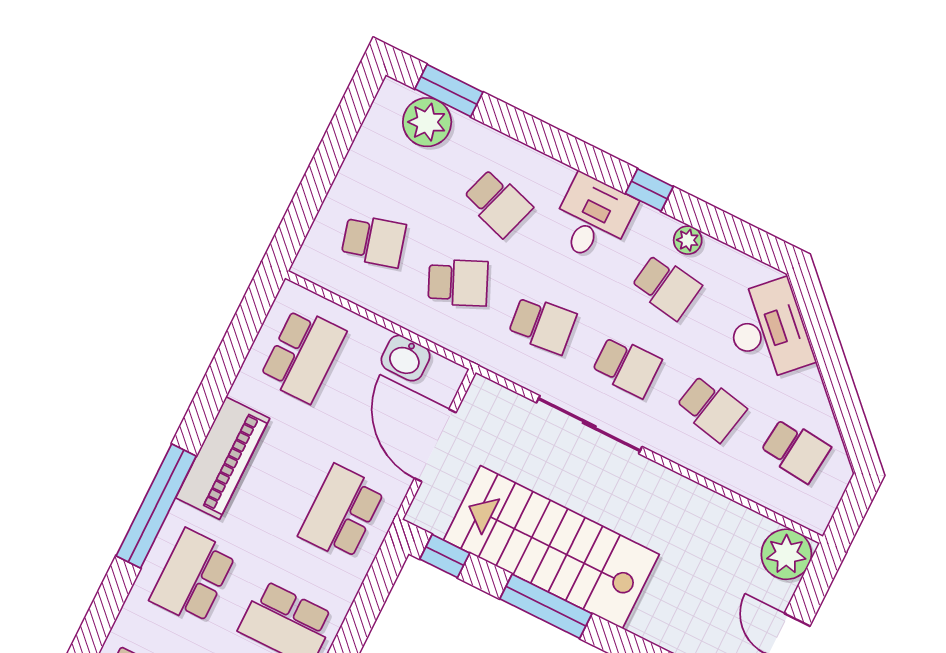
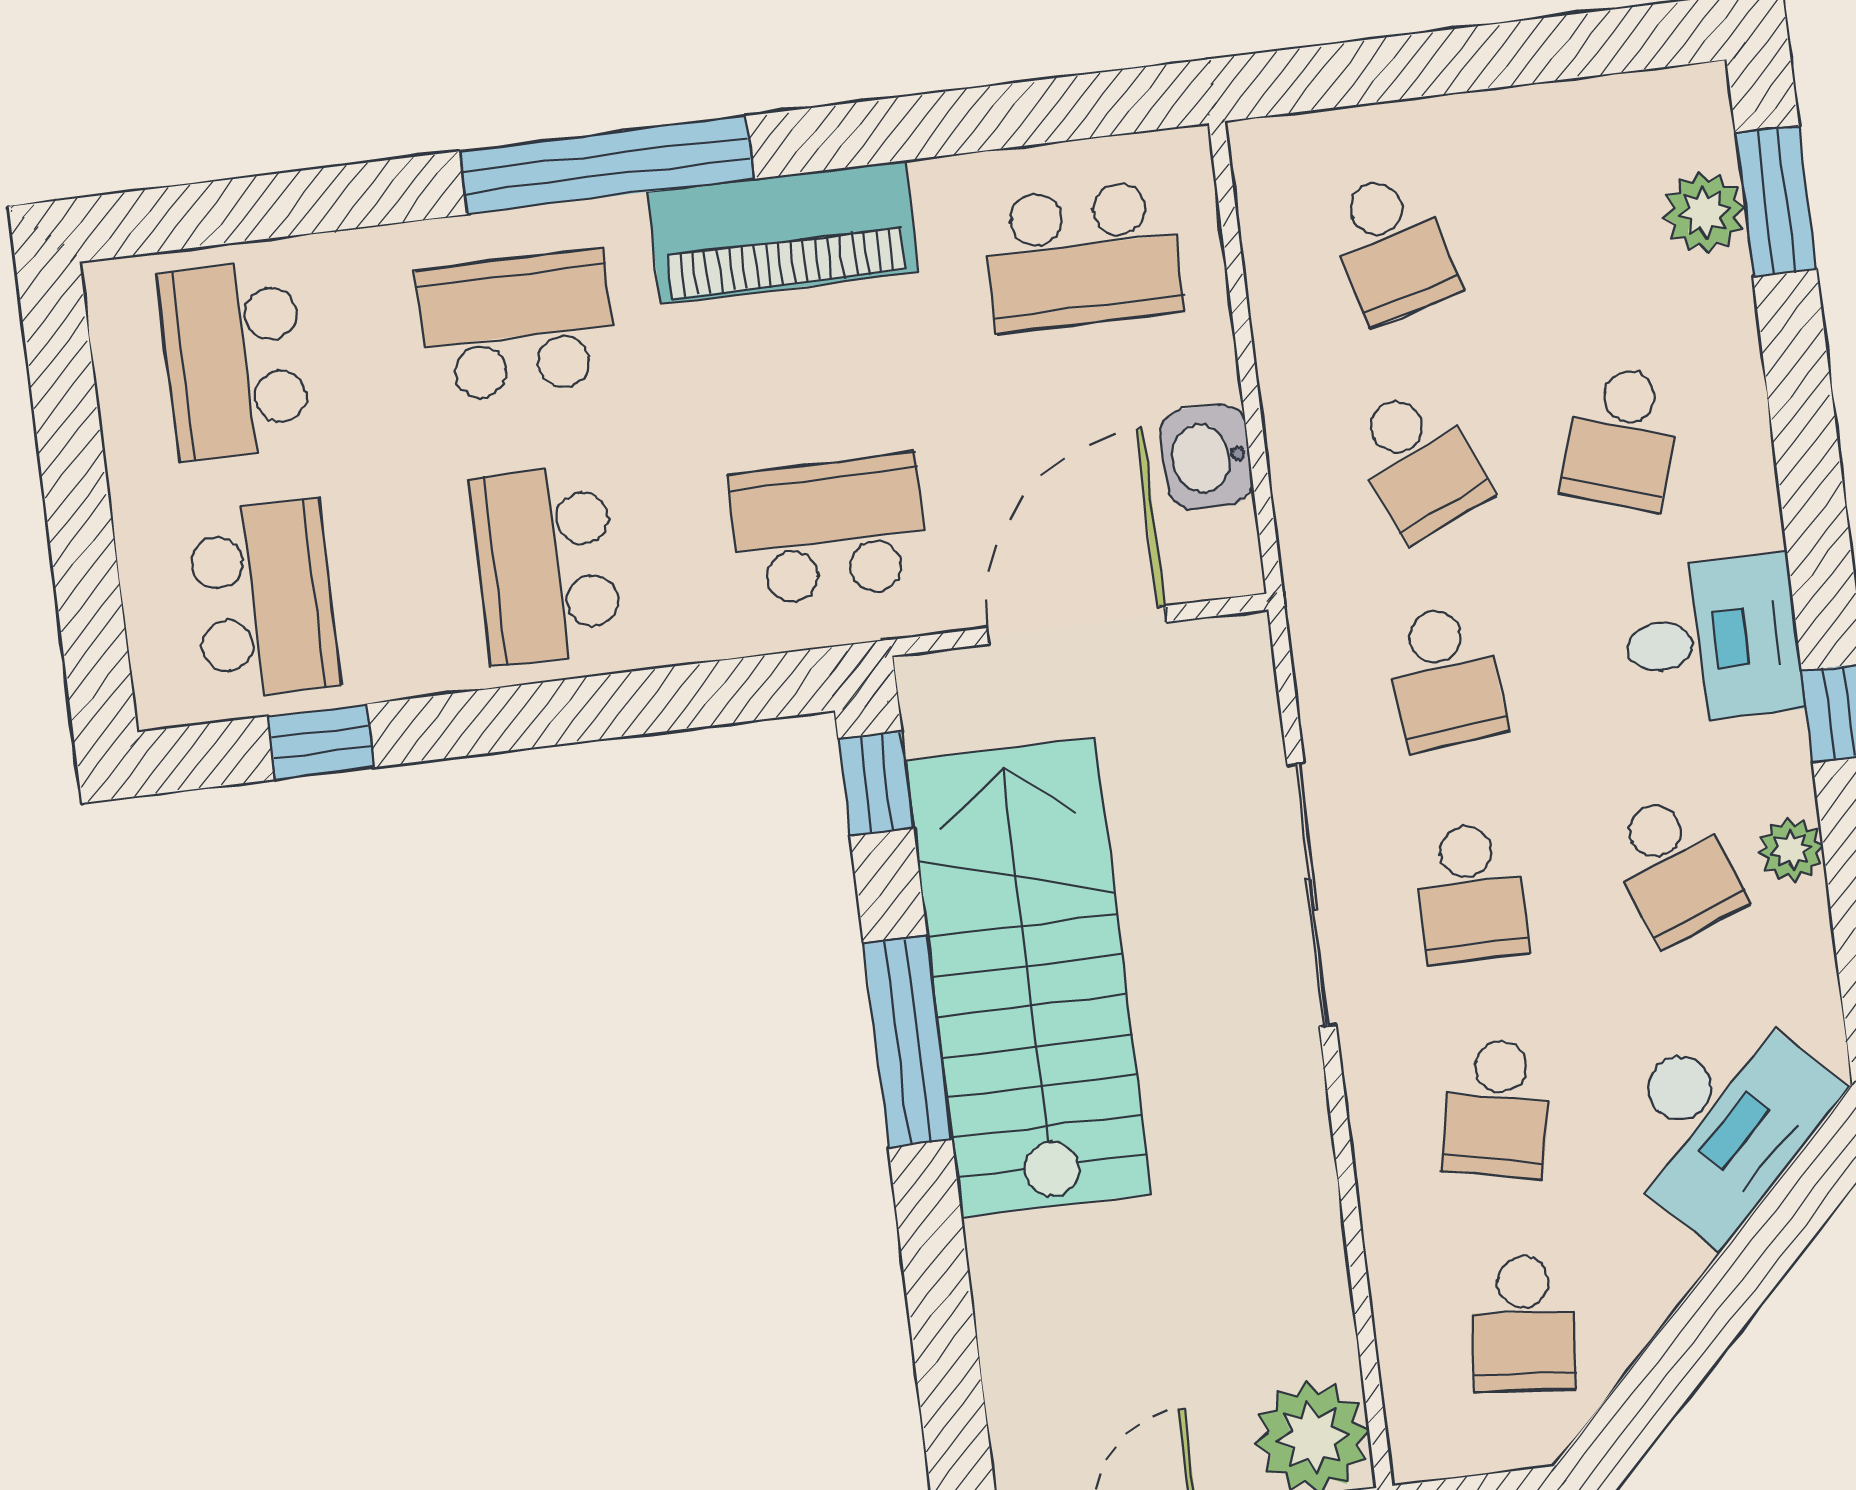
plant: (427, 122) -> (1704, 212), width x0.73, depth x0.73
school desk: (666, 287) -> (1674, 868), turned -30

